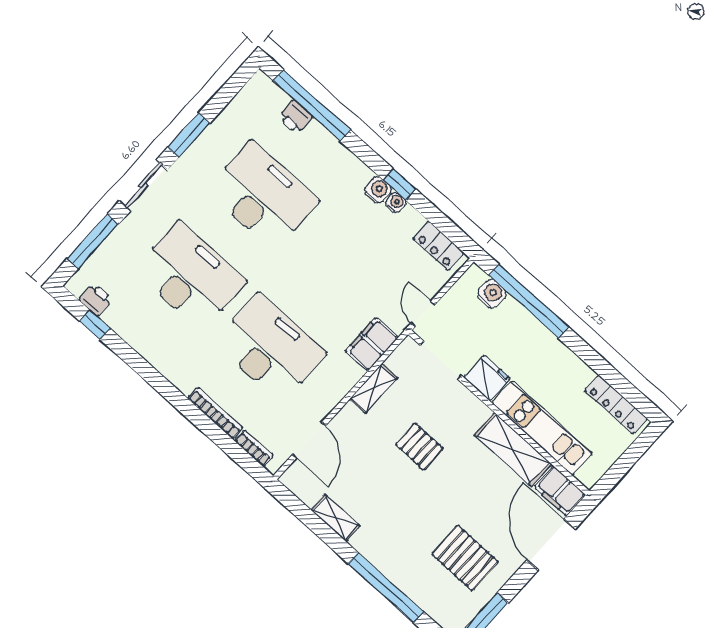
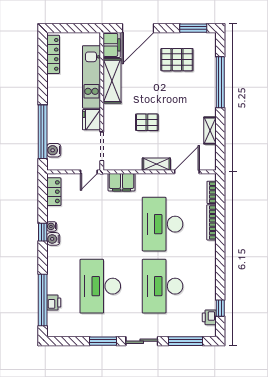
shelving: (374, 389) -> (156, 164), moved
pallet: (419, 446) -> (147, 122), turned 90
pallet: (465, 558) -> (177, 60), turned 90

